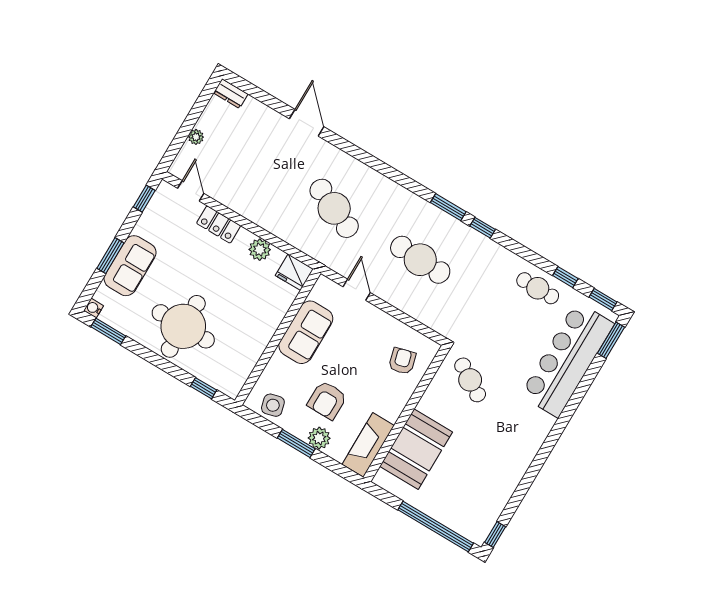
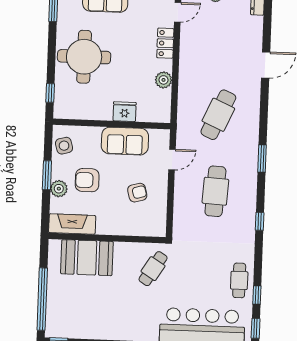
window: (448, 207) -> (262, 159), moved
fridge: (294, 272) -> (125, 112), moved, turned 90
armchair: (402, 361) -> (137, 193), moved

